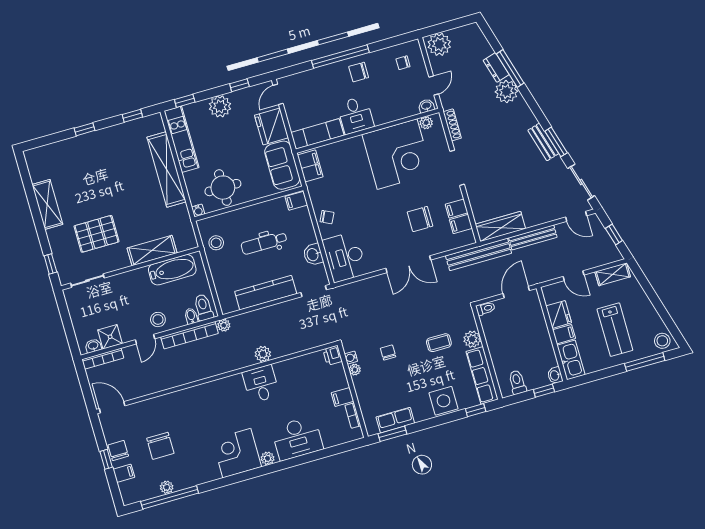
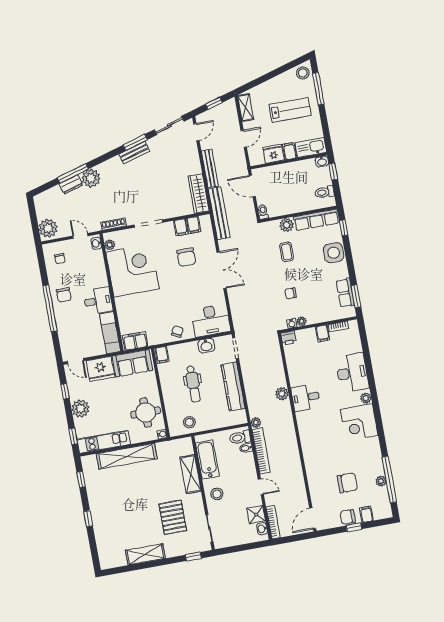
stool: (158, 319) -> (217, 494), moved

